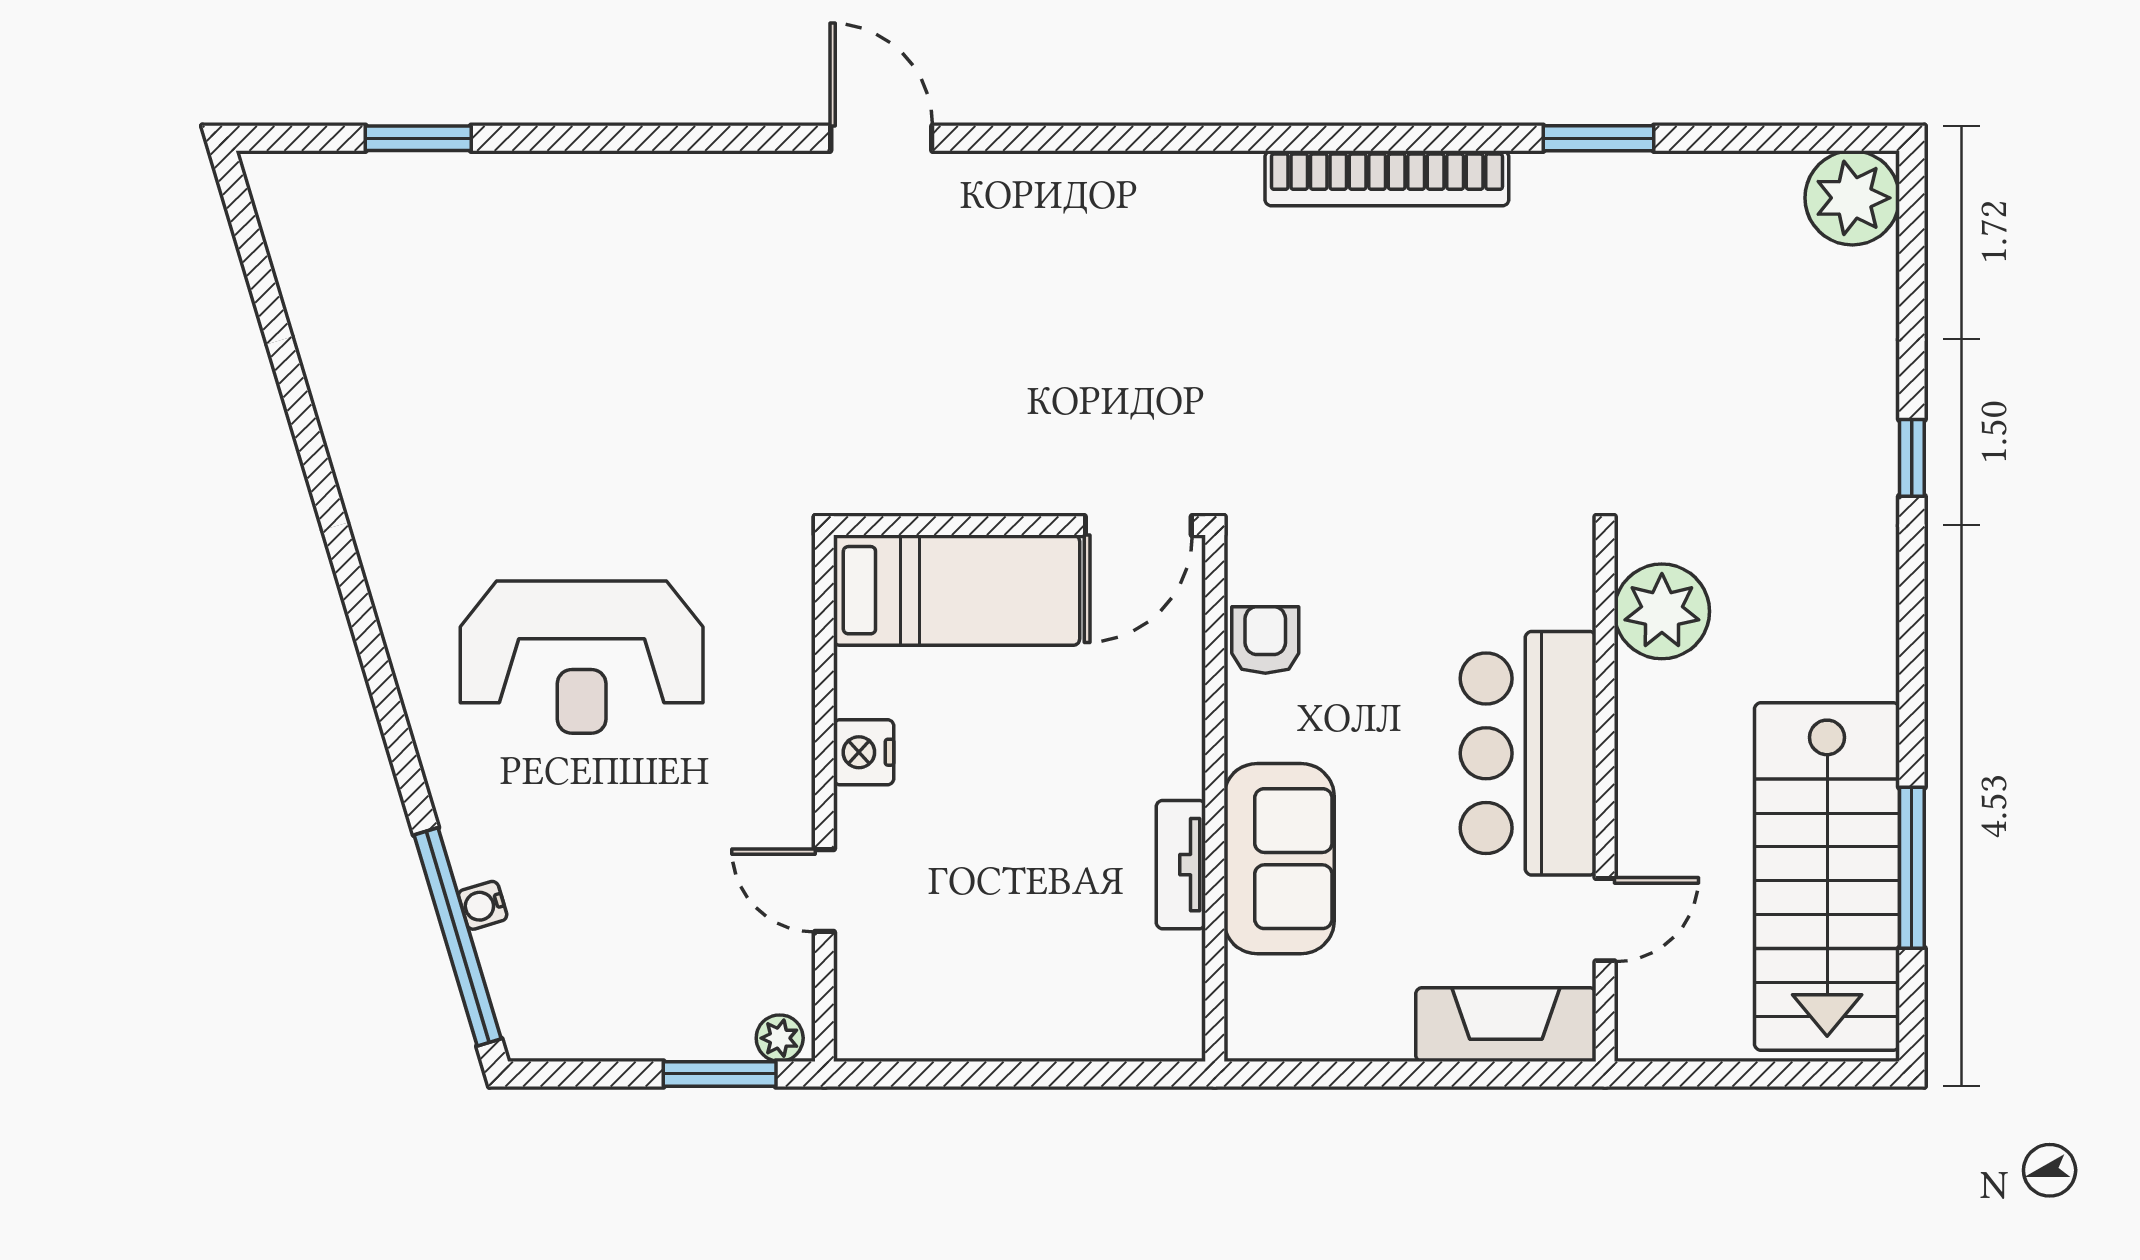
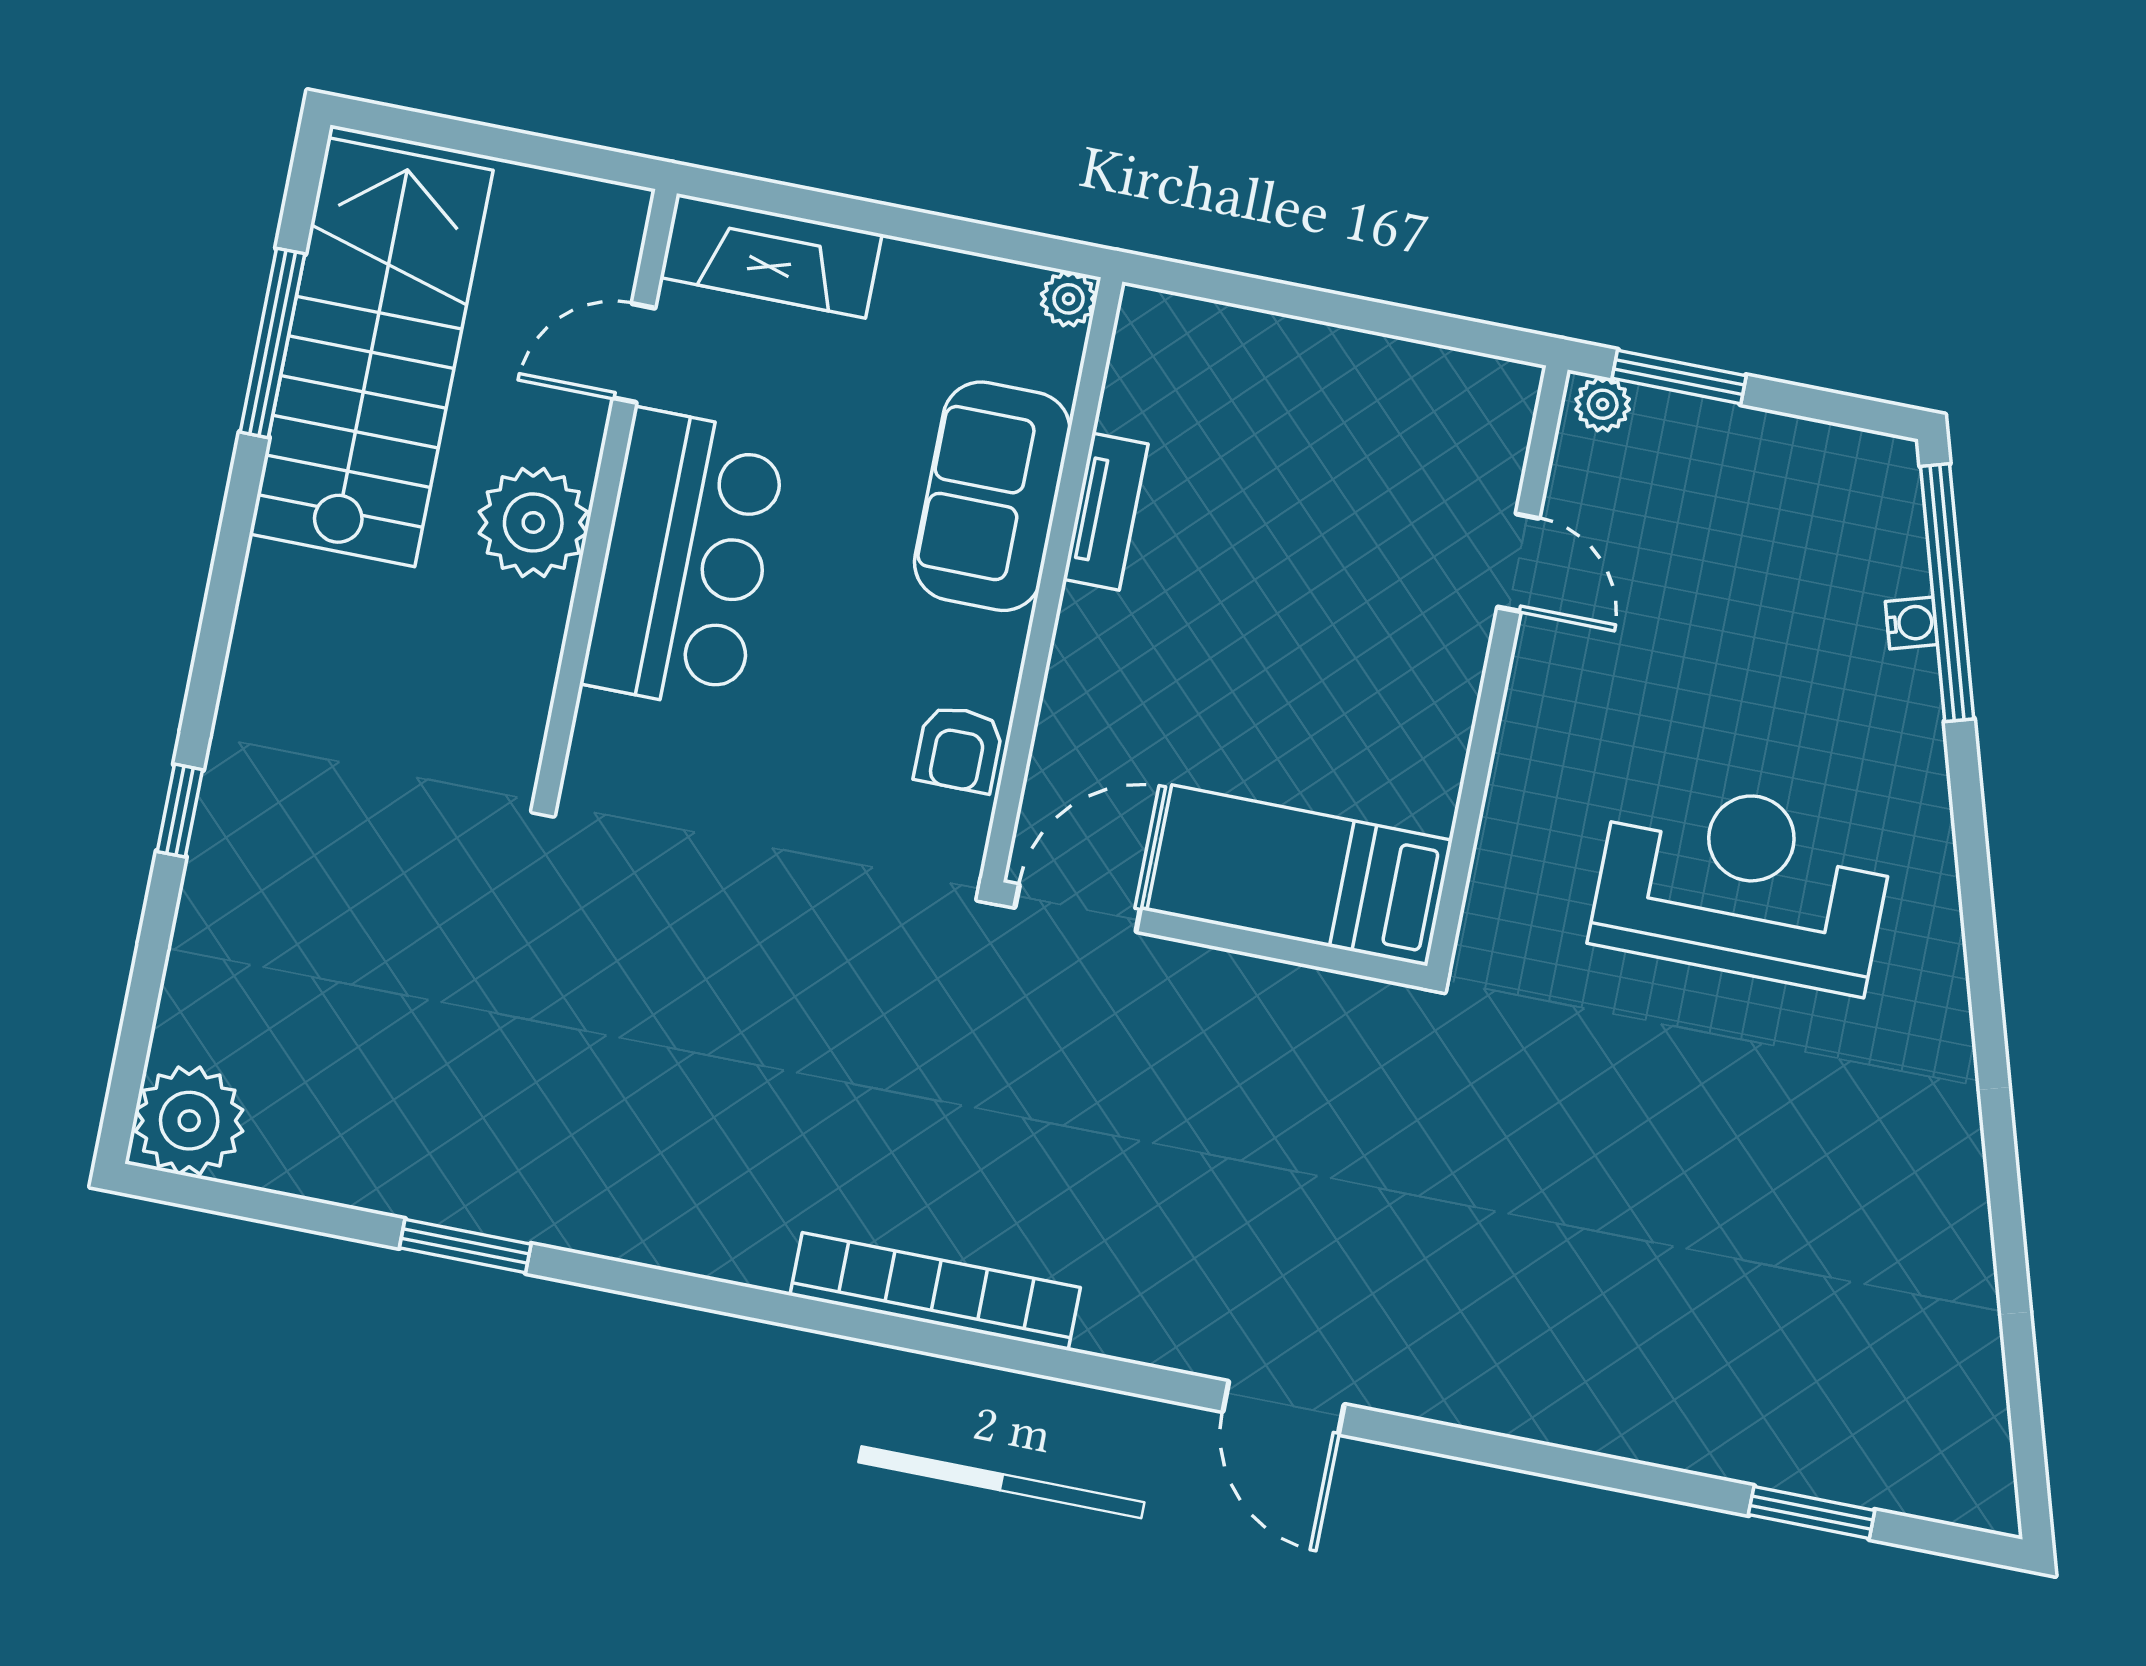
bookcase: (1387, 178) -> (935, 1292), moved
plant: (1662, 611) -> (533, 522), moved
nightstand: (864, 752) -> (1442, 712), removed
plant: (1248, 1038) -> (1069, 299), added

